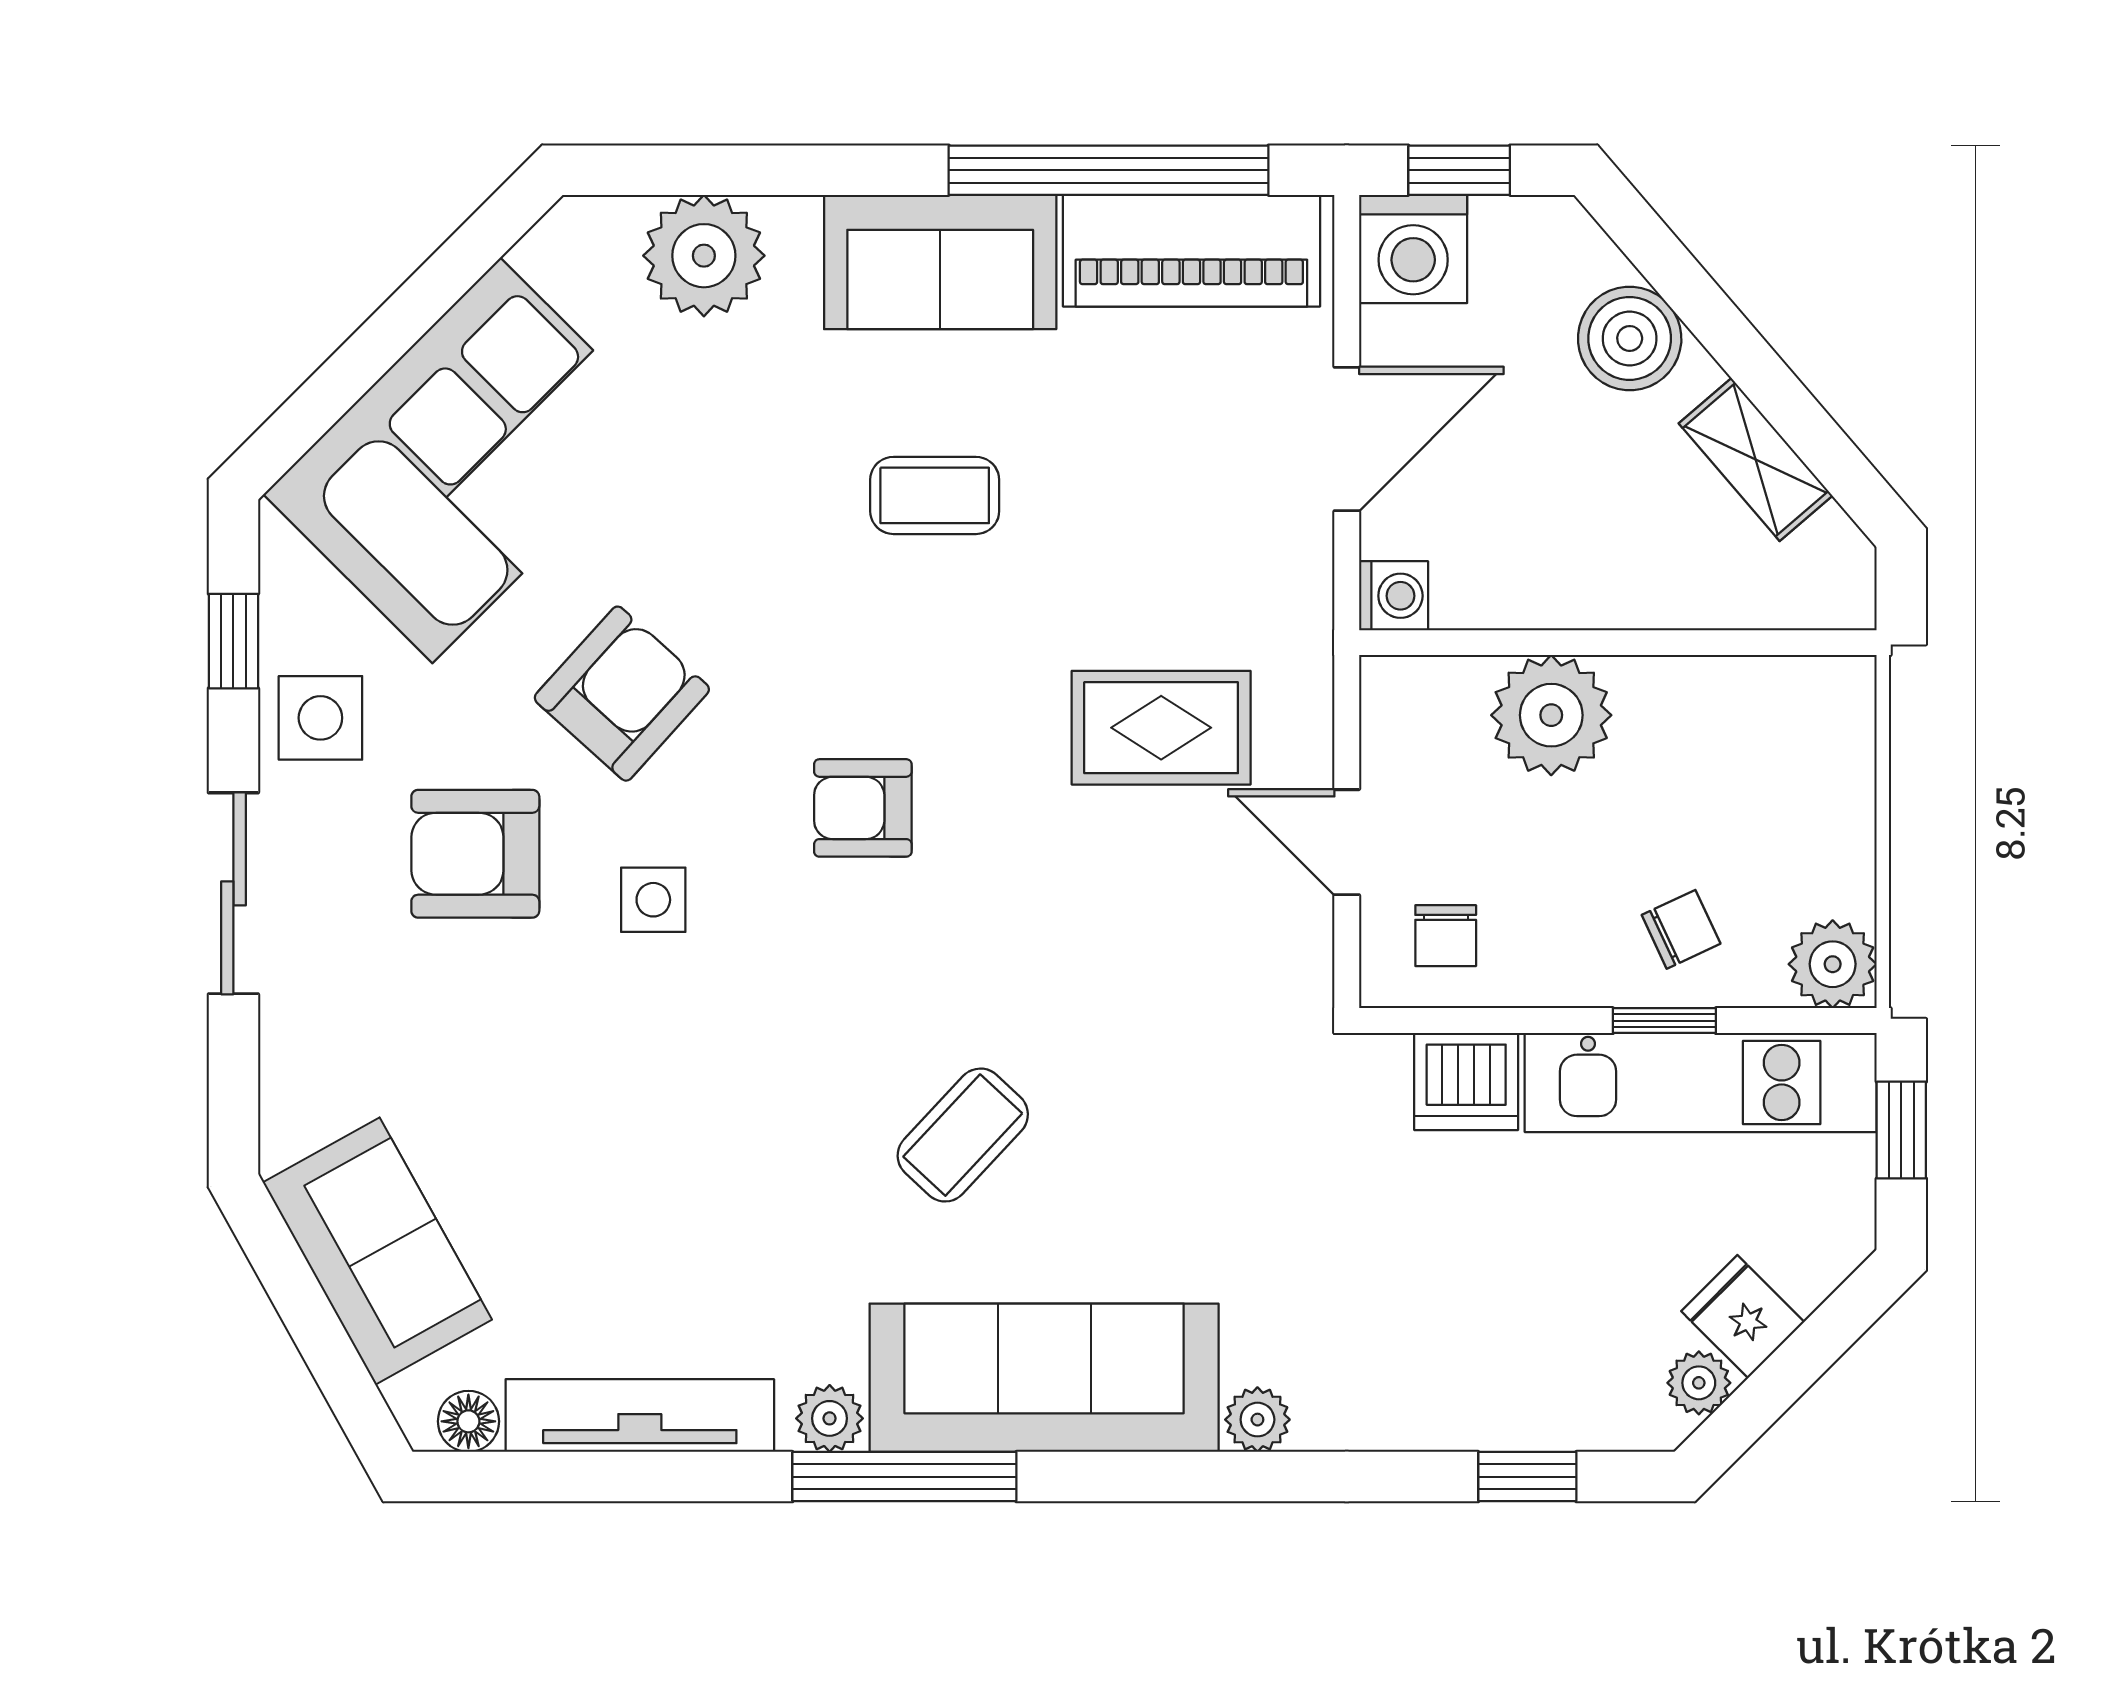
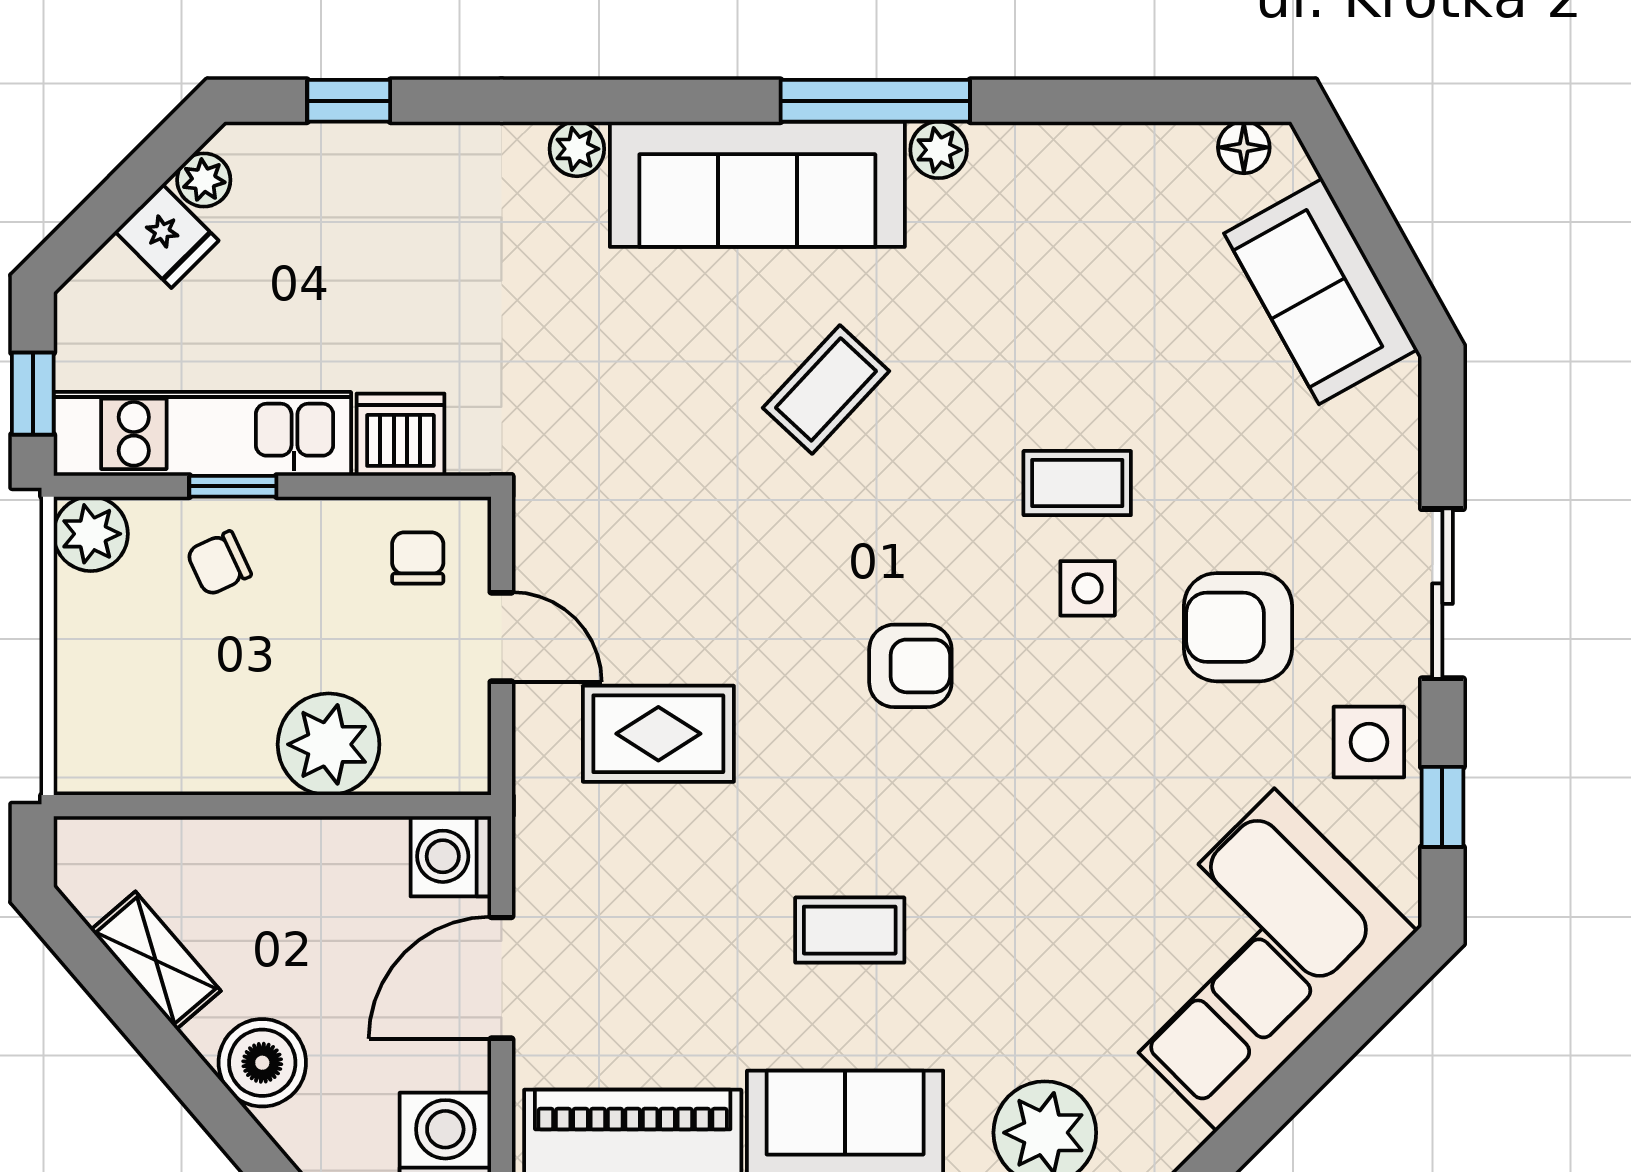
washing machine: (1394, 596) -> (451, 856), width x1.38, depth x1.38
armchair: (622, 694) -> (1114, 763), removed
armchair: (475, 854) -> (1238, 627), turned 180
coffee table: (666, 1024) -> (1077, 483), added
tv unit: (640, 1416) -> (1099, 152), removed

